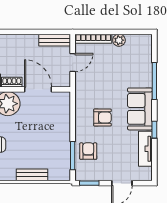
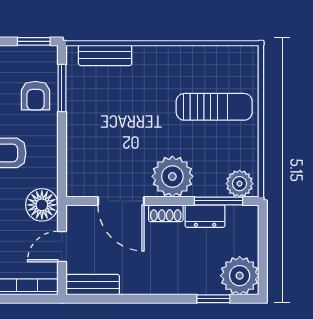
floor lamp: (85, 87) -> (42, 205), added
bench: (32, 175) -> (105, 55), moved

